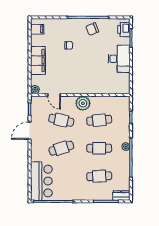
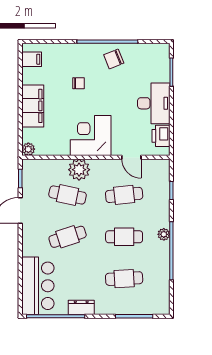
printer: (124, 30) -> (161, 136), moved
corner desk: (77, 80) -> (91, 136), added
door: (54, 95) -> (131, 157), moved
plant: (83, 103) -> (79, 170), moved
dresser: (121, 196) -> (81, 307), moved

